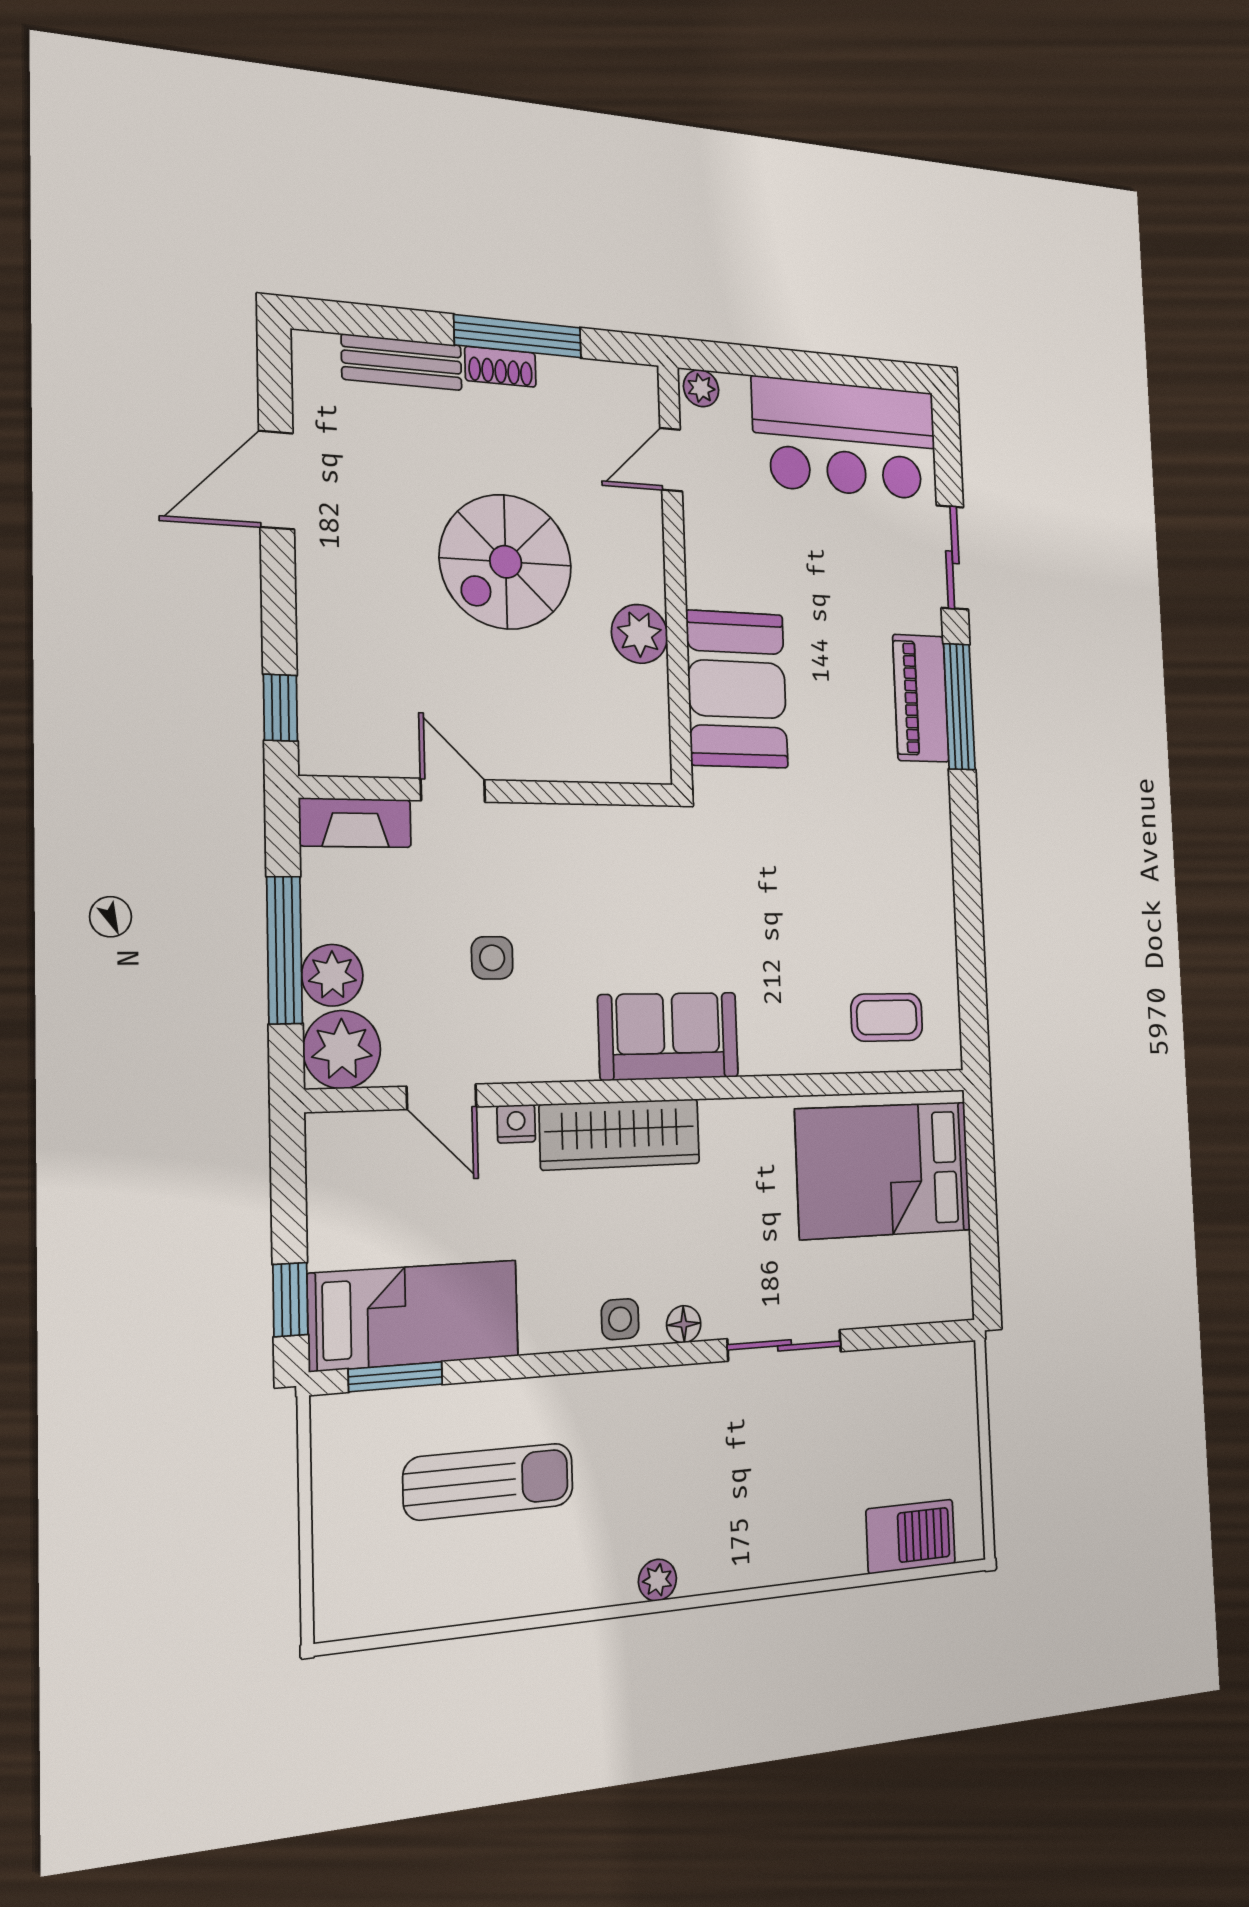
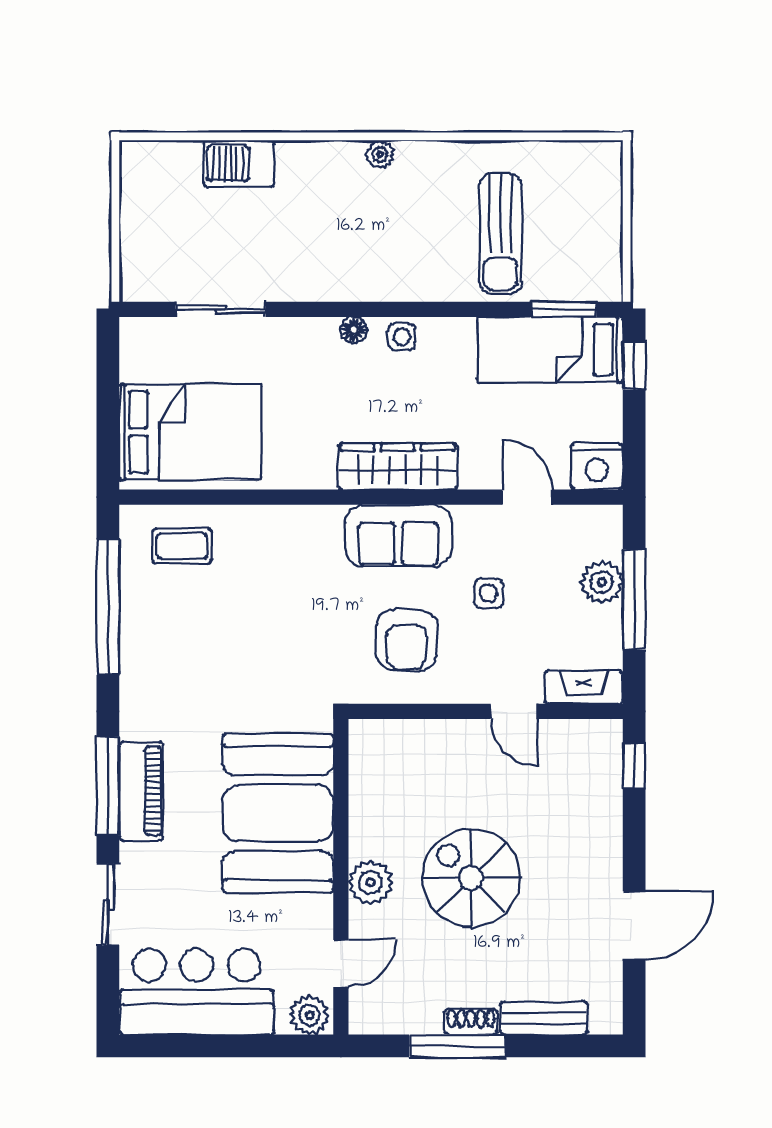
plant: (701, 388) -> (310, 1015), width x1.38, depth x1.38
spiral stairs: (506, 562) -> (471, 878), turned -90
plant: (640, 634) -> (370, 882), moved
booth: (737, 689) -> (278, 813), width x1.36, depth x1.42
armchair: (600, 892) -> (407, 640), added
window: (970, 936) -> (108, 607), added
sofa: (668, 1036) -> (398, 536), moved
plant: (342, 1050) -> (596, 531), removed
nightstand: (516, 1124) -> (597, 466), moved, width x1.89, depth x1.79
sliding door: (784, 1345) -> (221, 309), moved
sun lounger: (489, 1482) -> (501, 234), turned -90
barbecue: (911, 1536) -> (239, 163), moved

